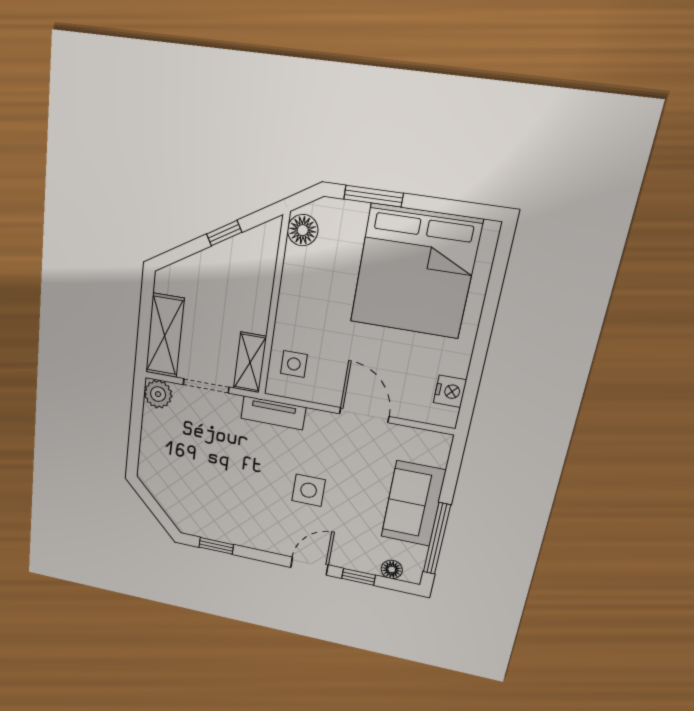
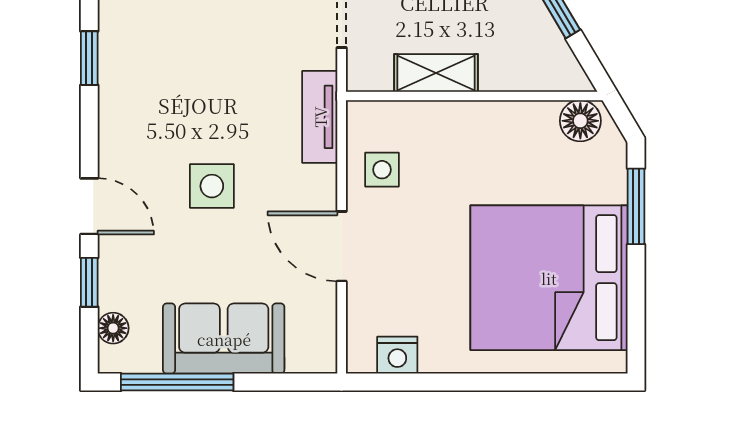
shelving: (250, 362) -> (436, 73), moved
side table: (294, 364) -> (382, 170), moved
door: (364, 415) -> (342, 246), swing flipped

